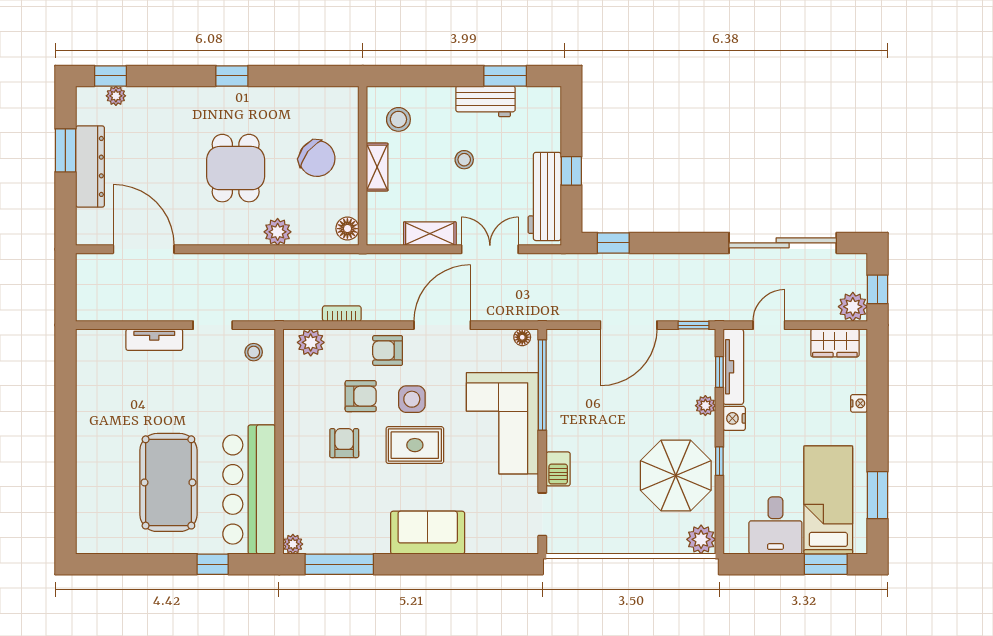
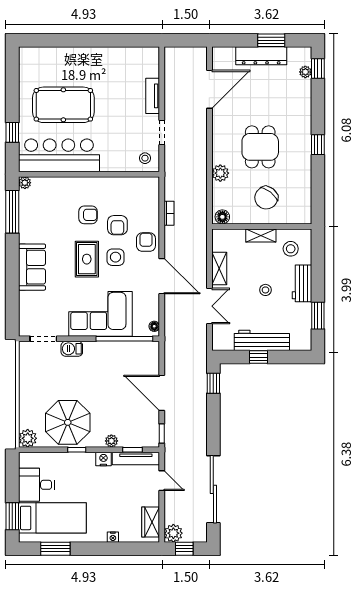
workbench: (485, 101) -> (302, 283), moved
dining table: (236, 168) -> (260, 147), turned 90
workbench: (545, 196) -> (262, 340), moved
plant: (311, 342) -> (151, 194), removed

